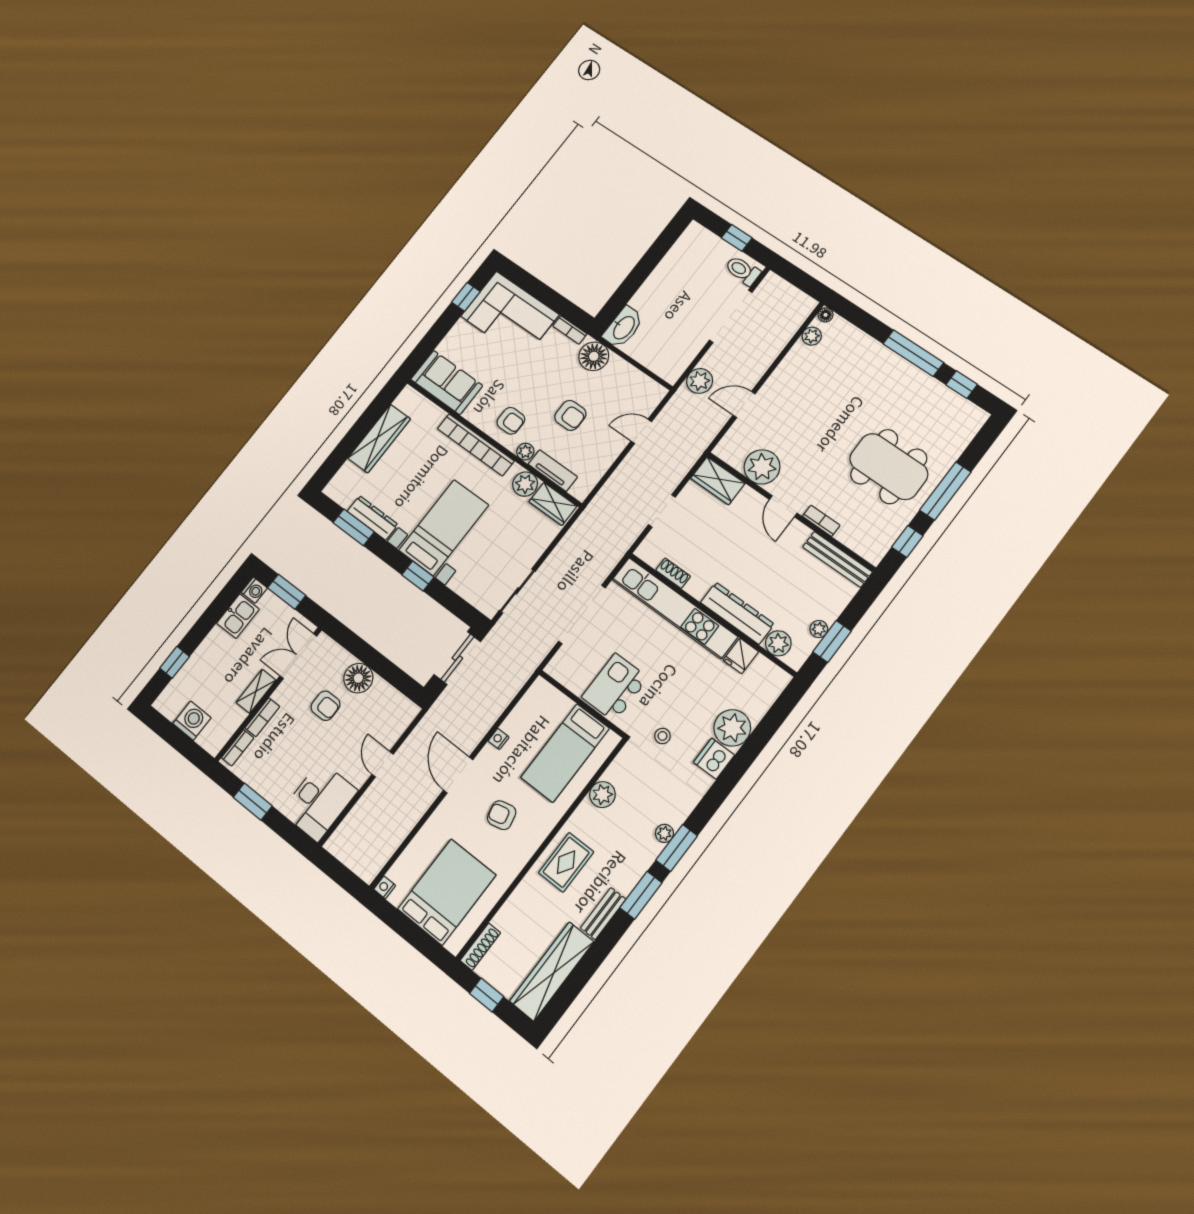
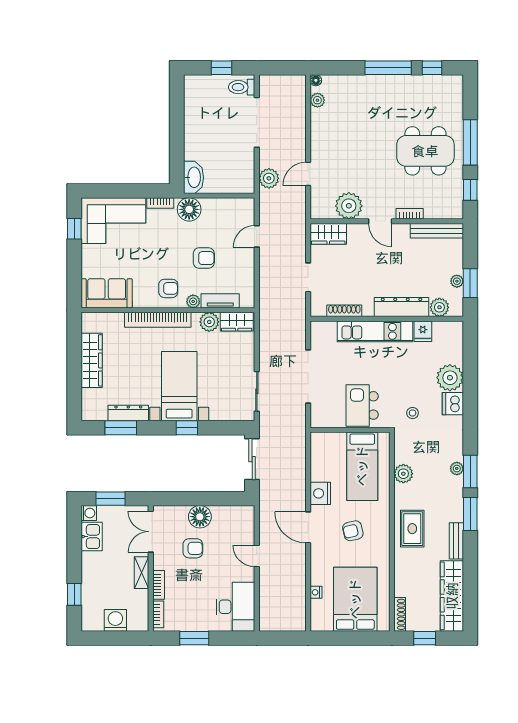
shoe rack: (673, 573) -> (344, 311), width x1.43
kitchen unit: (675, 608) -> (375, 331), width x0.73
nightstand: (499, 739) -> (320, 493), width x1.89, depth x1.79
nightstand: (385, 887) -> (316, 592), moved

